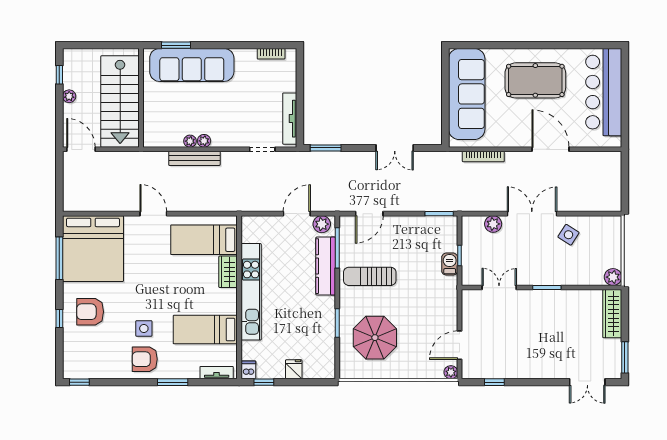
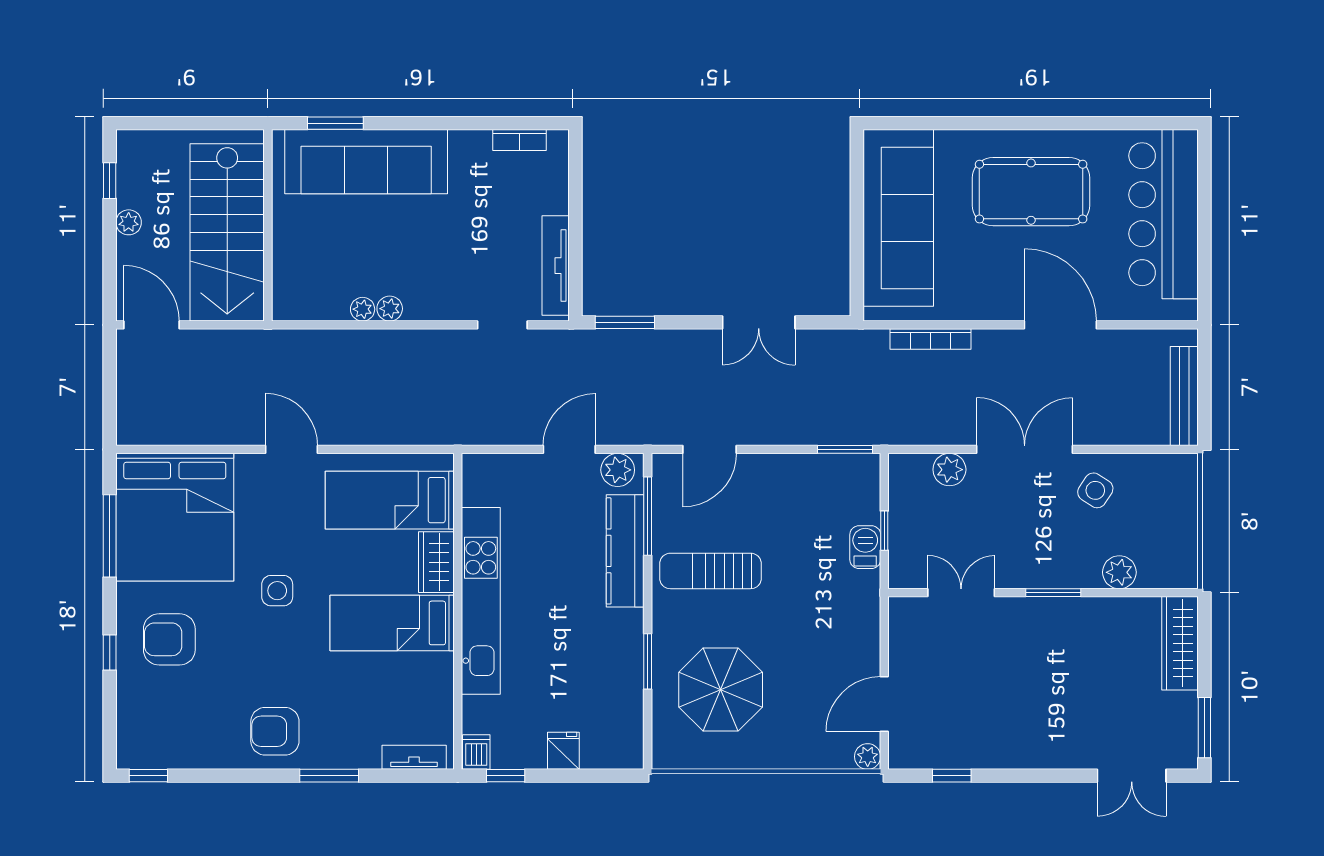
bench: (194, 158) -> (1184, 396), moved, turned 90
plant: (613, 277) -> (1119, 572), moved
side table: (144, 328) -> (277, 591), moved
bed: (205, 330) -> (392, 623), moved

